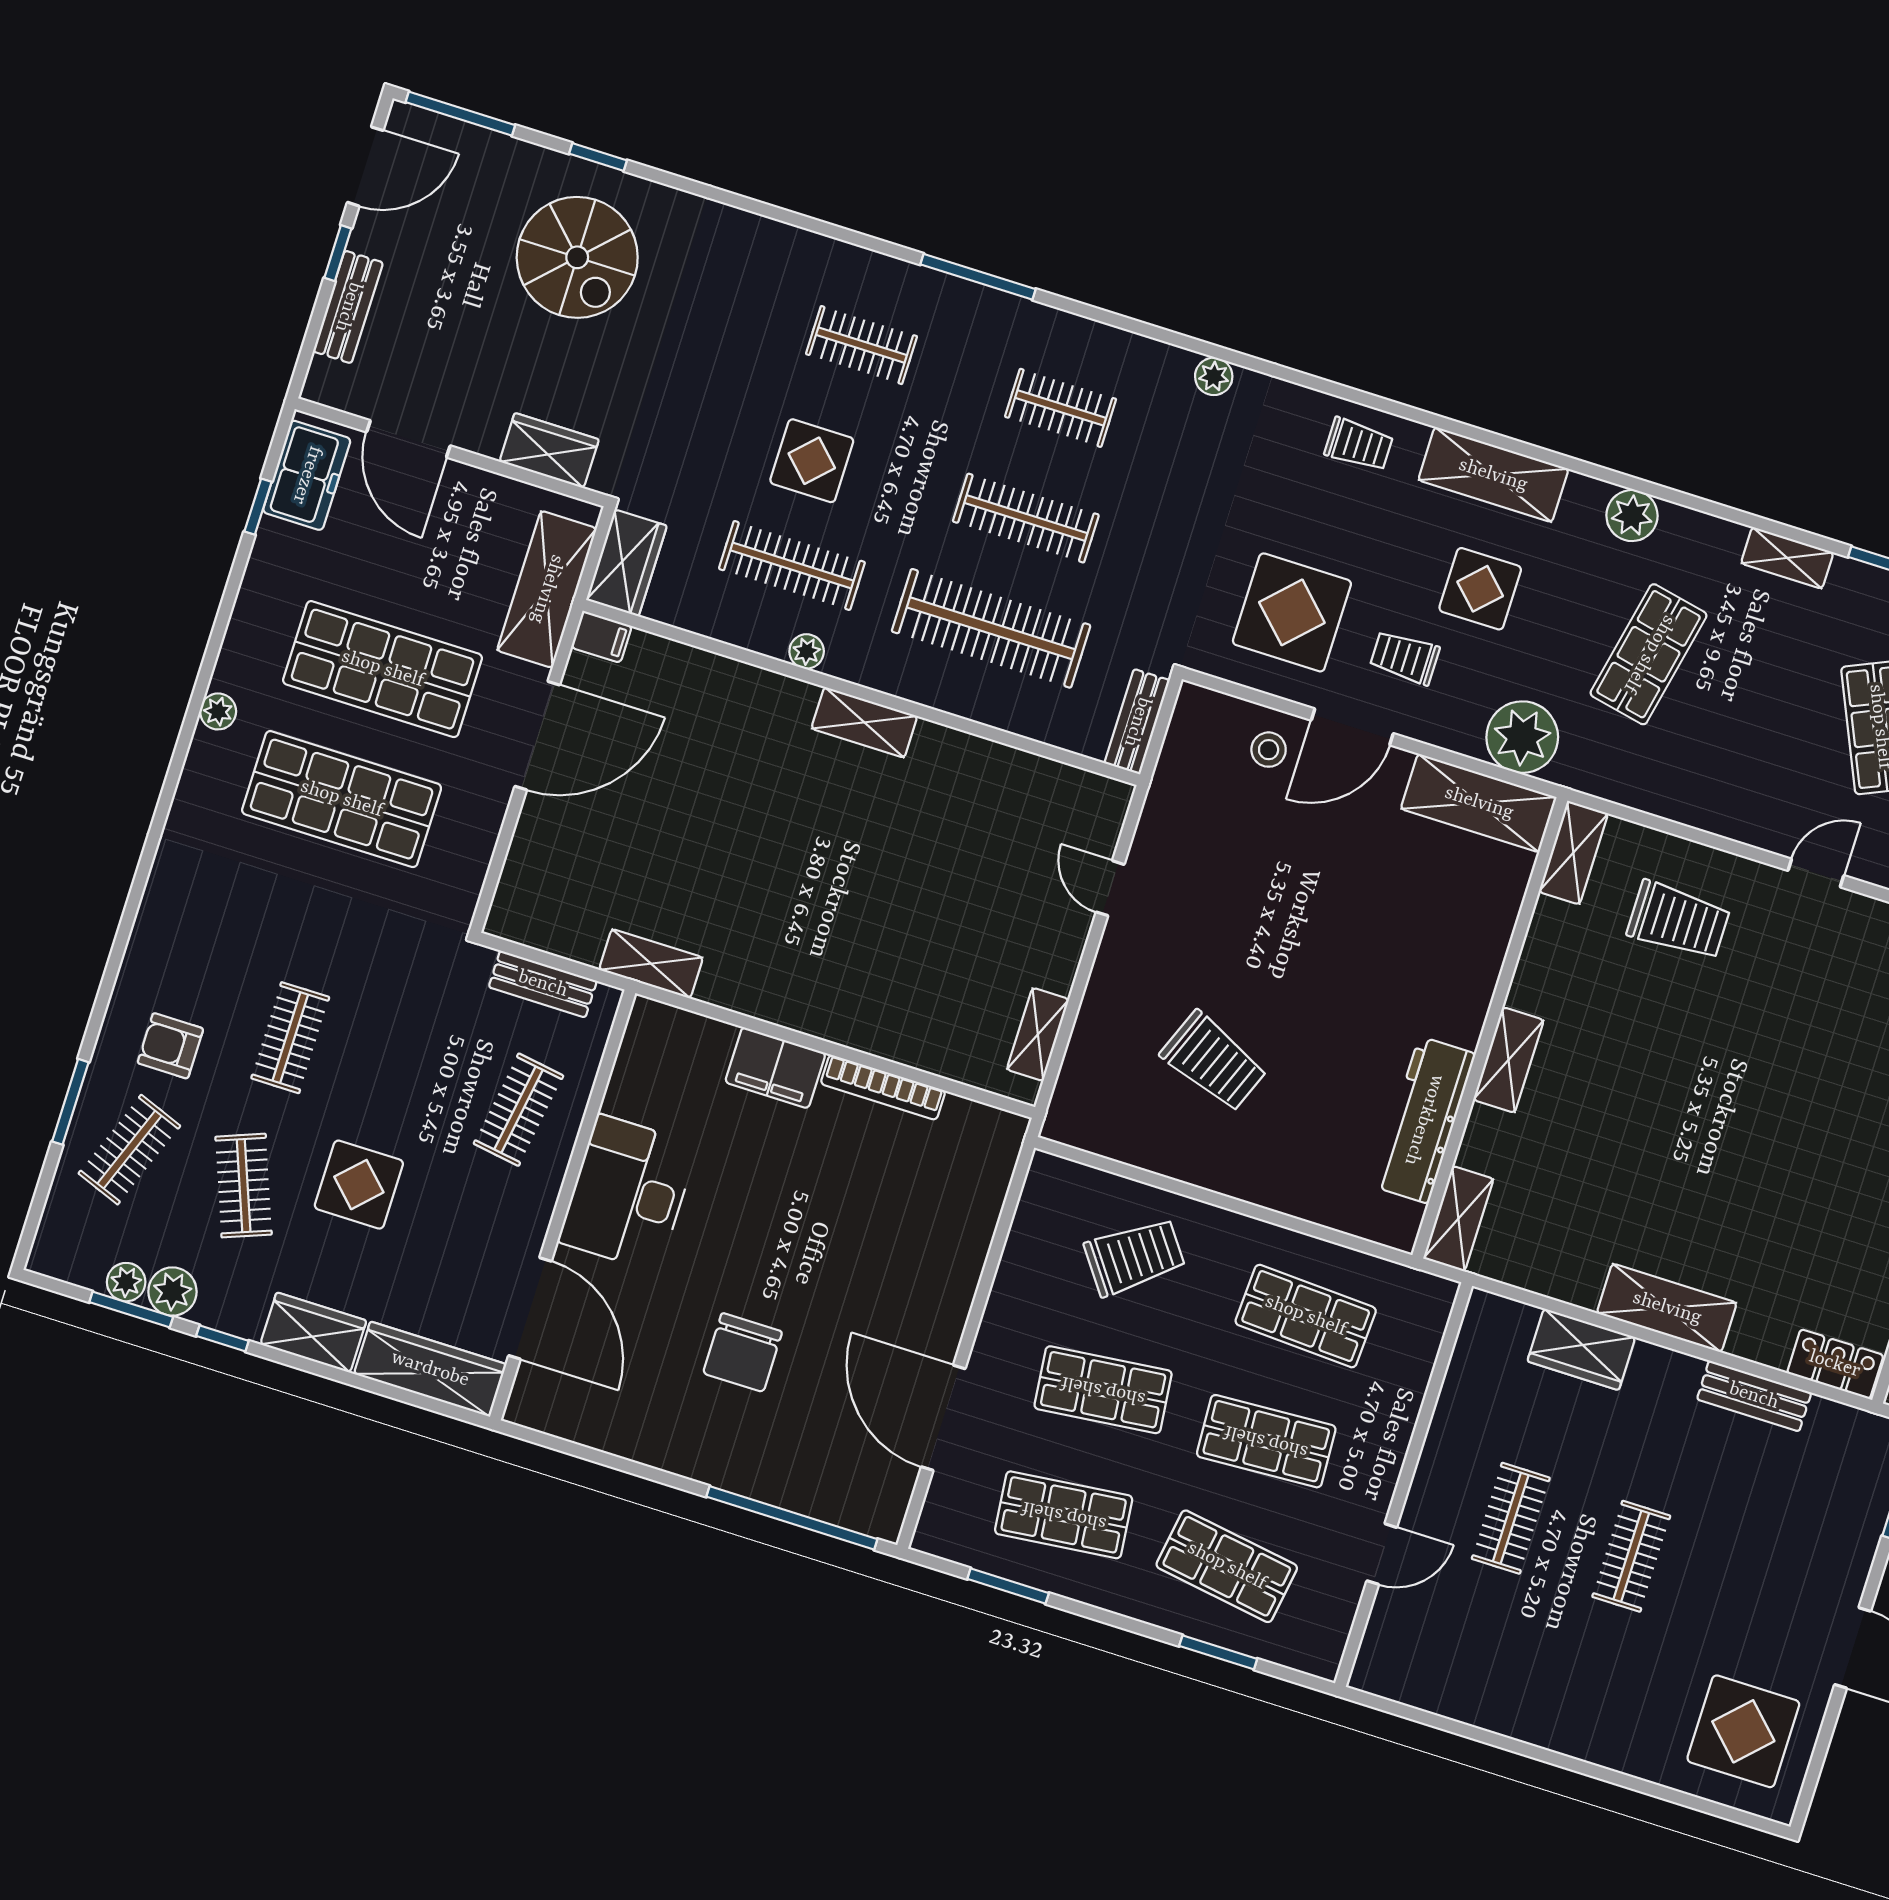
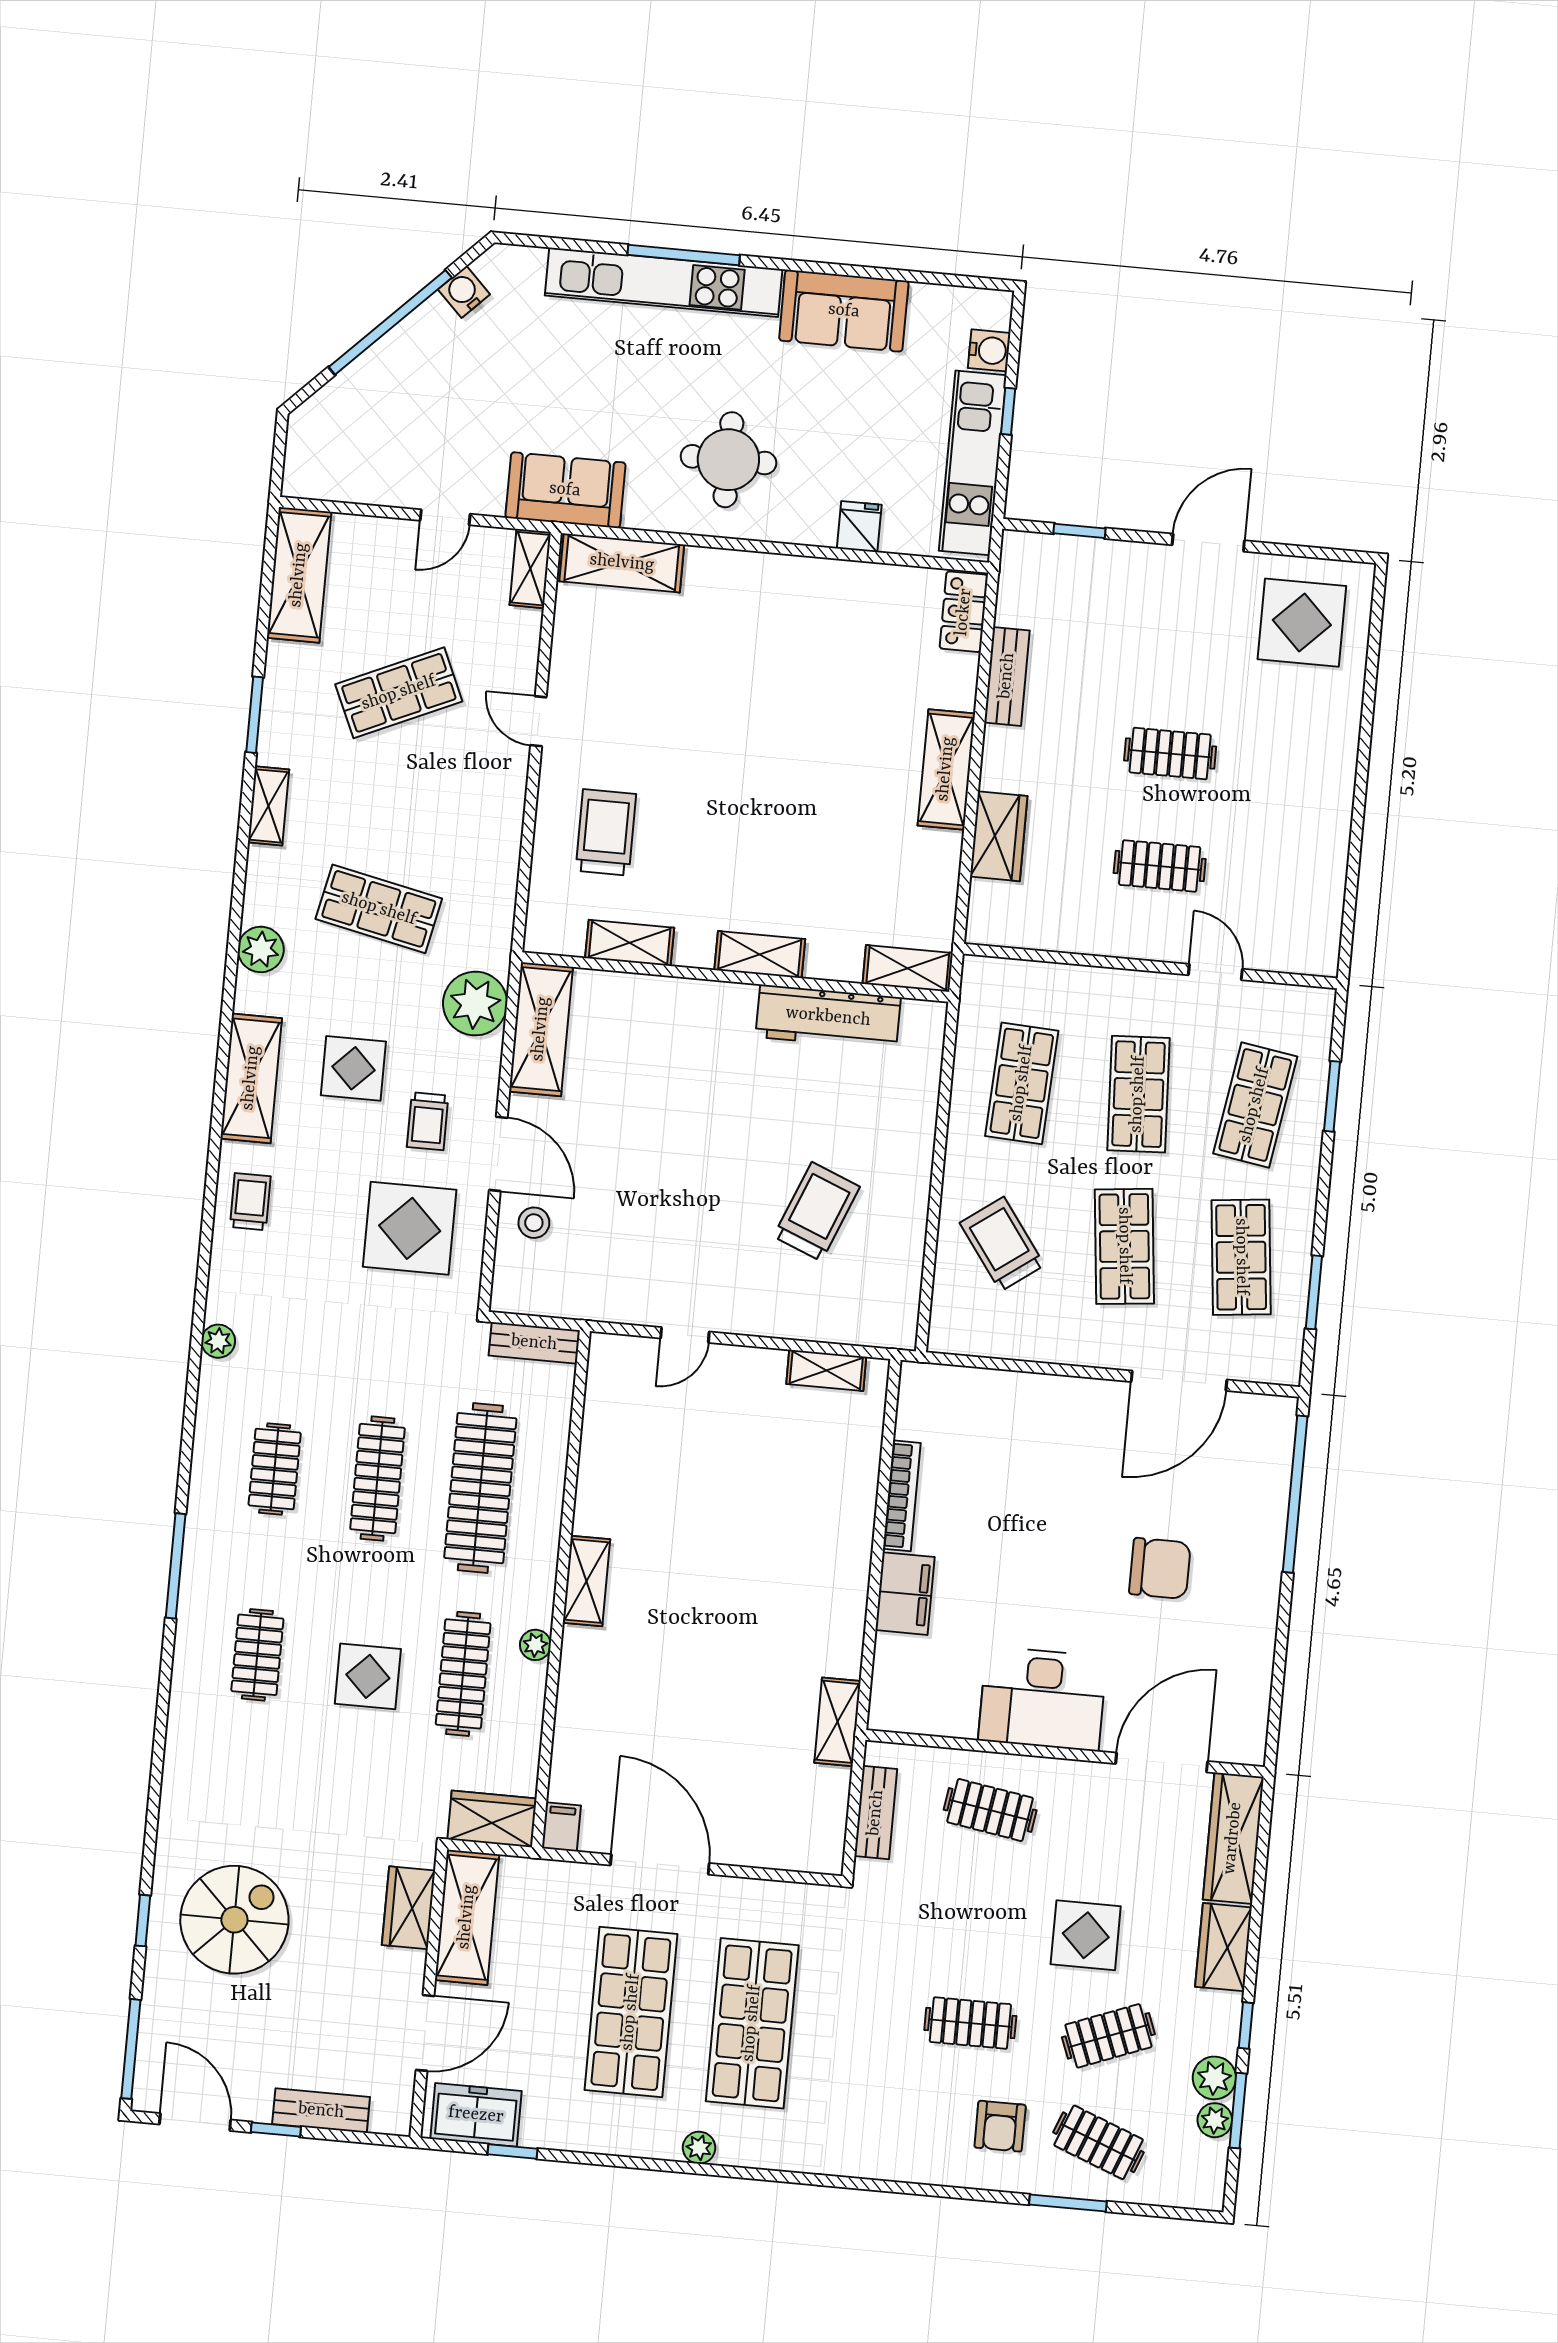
shelving: (547, 589) -> (467, 1917), moved, turned 90
shelving: (1573, 853) -> (630, 943), moved

